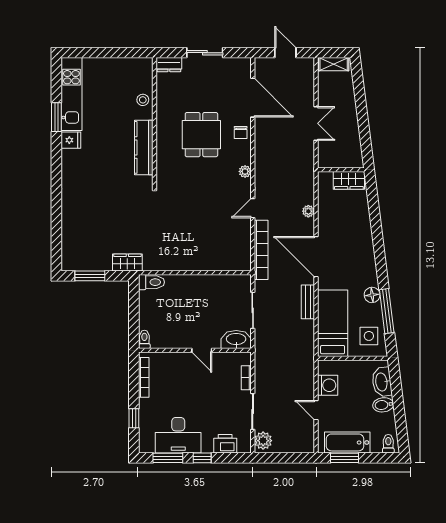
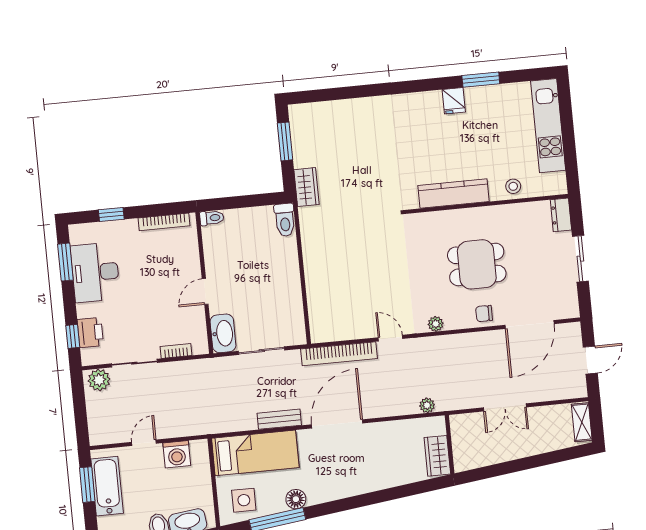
kitchen unit: (71, 94) -> (548, 126), moved, turned 90
plant: (308, 211) -> (427, 405), moved
window: (202, 458) -> (73, 336), moved

